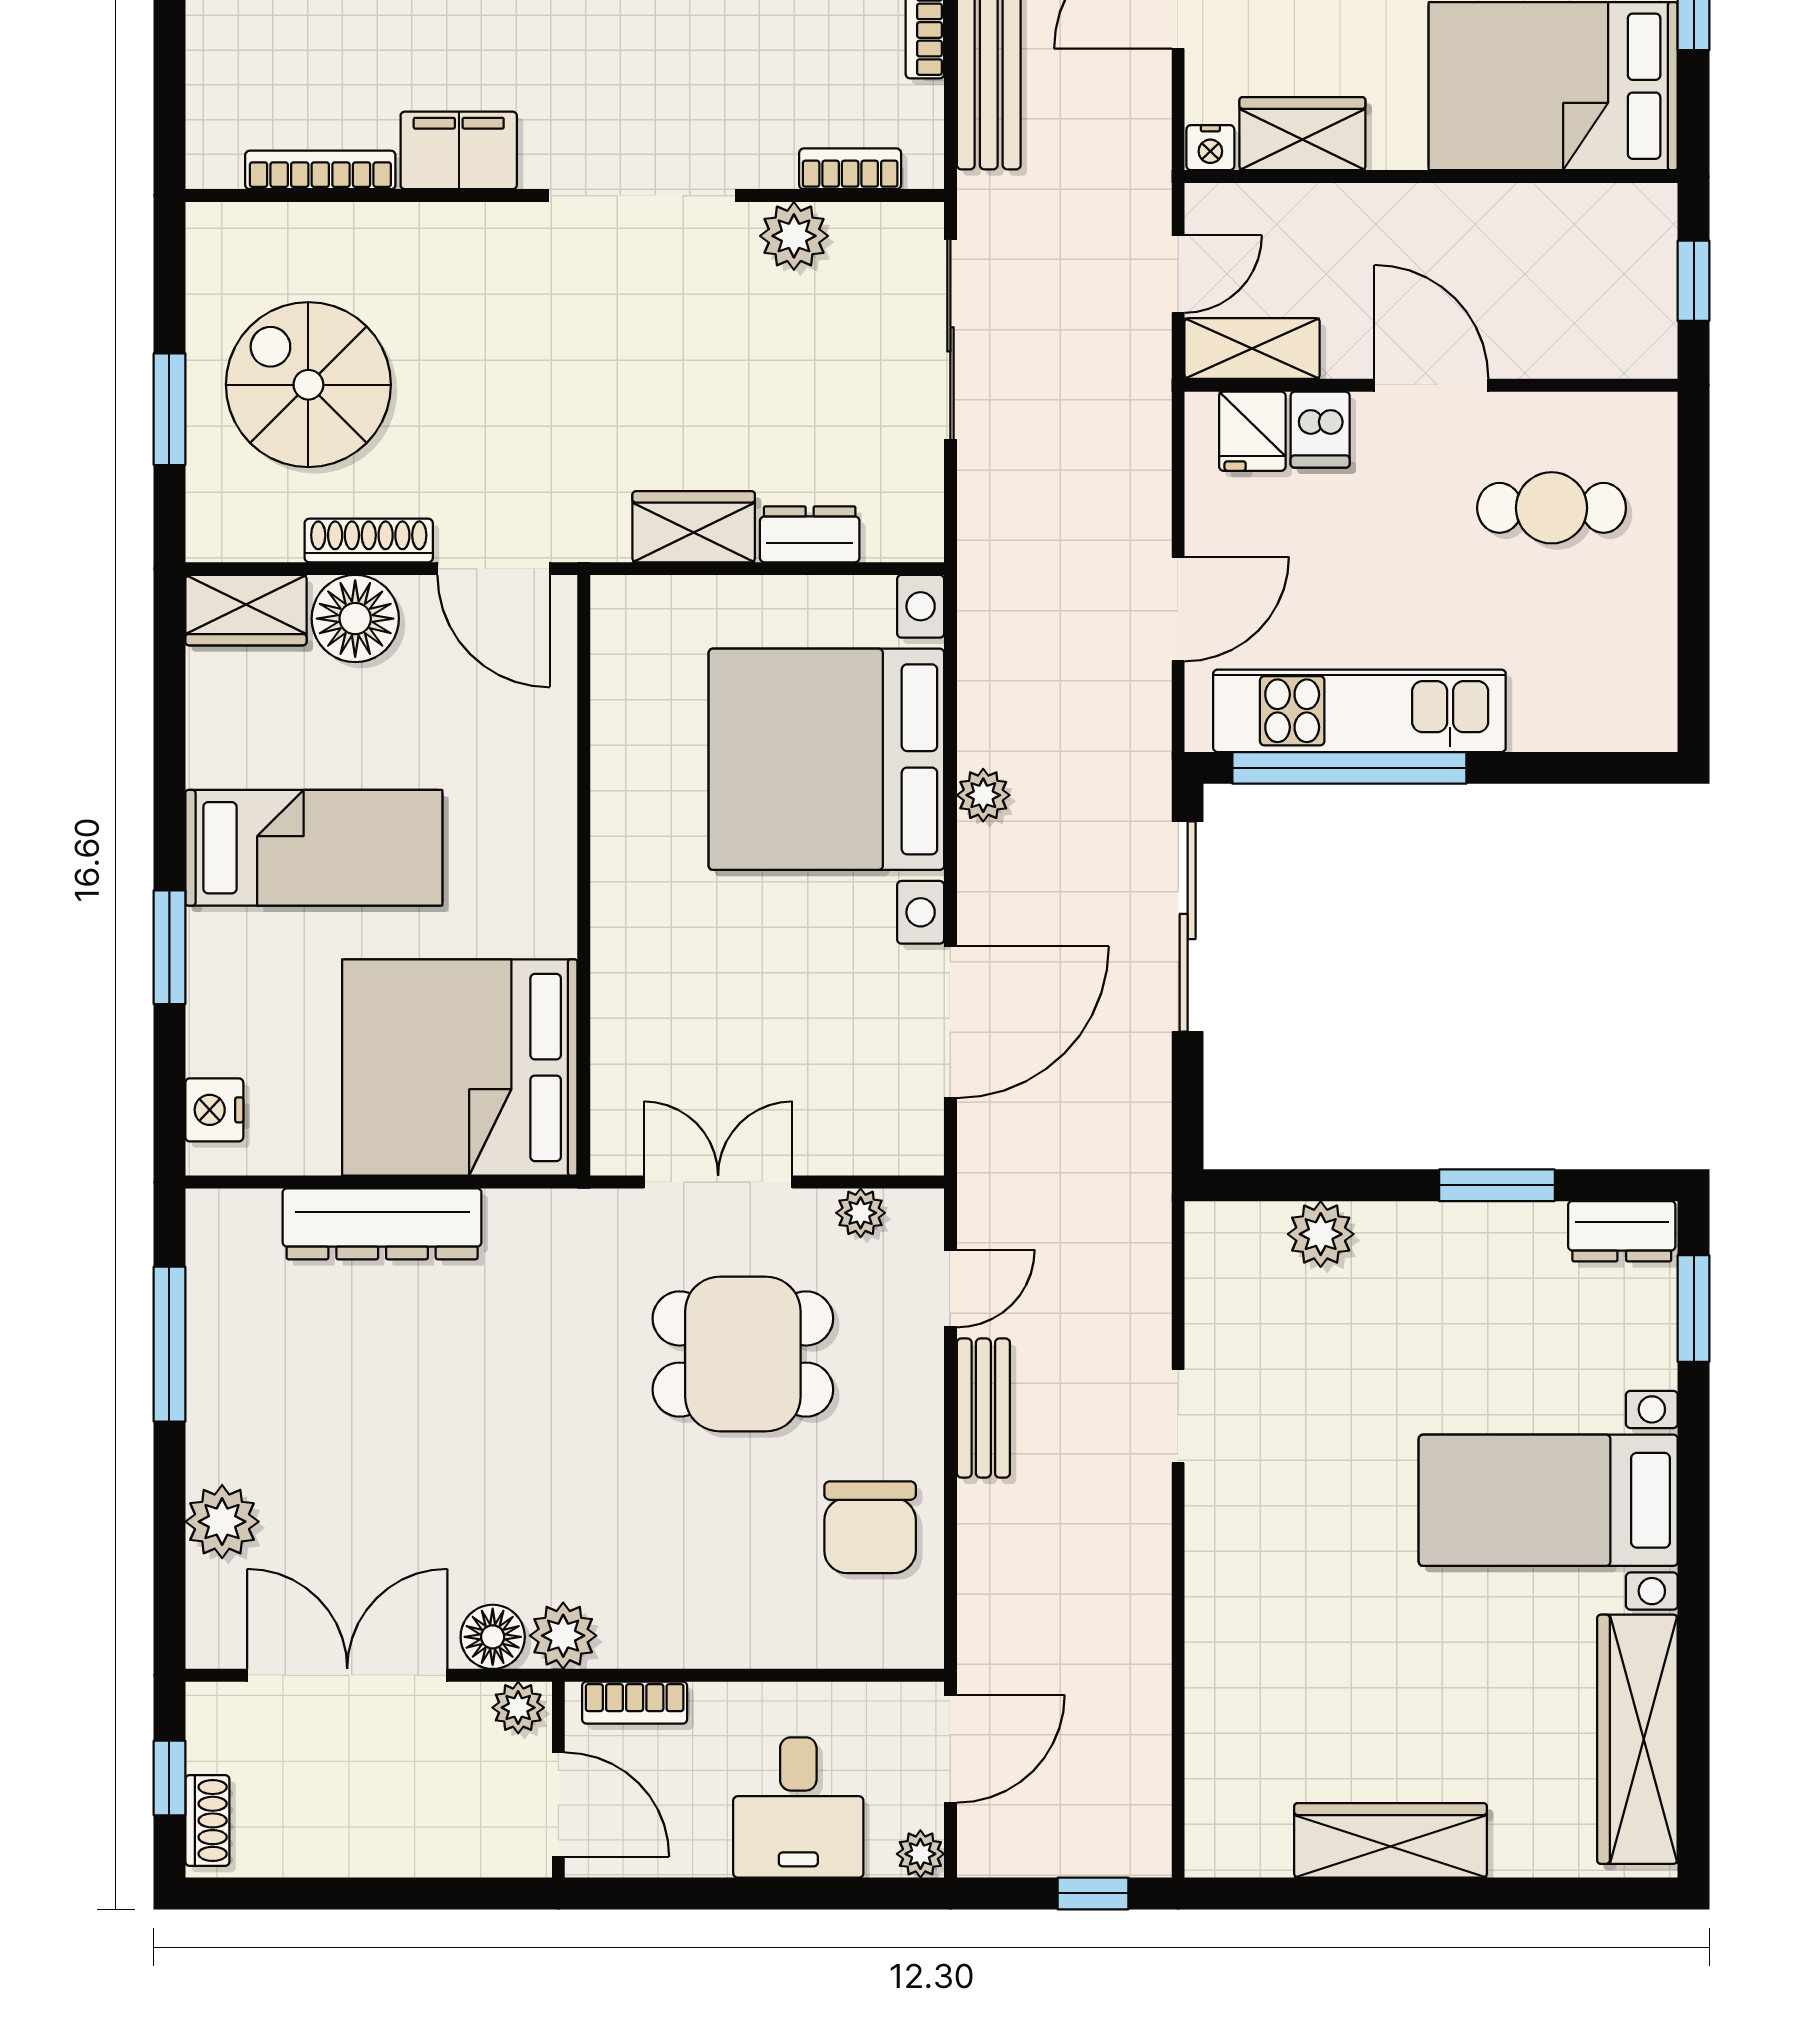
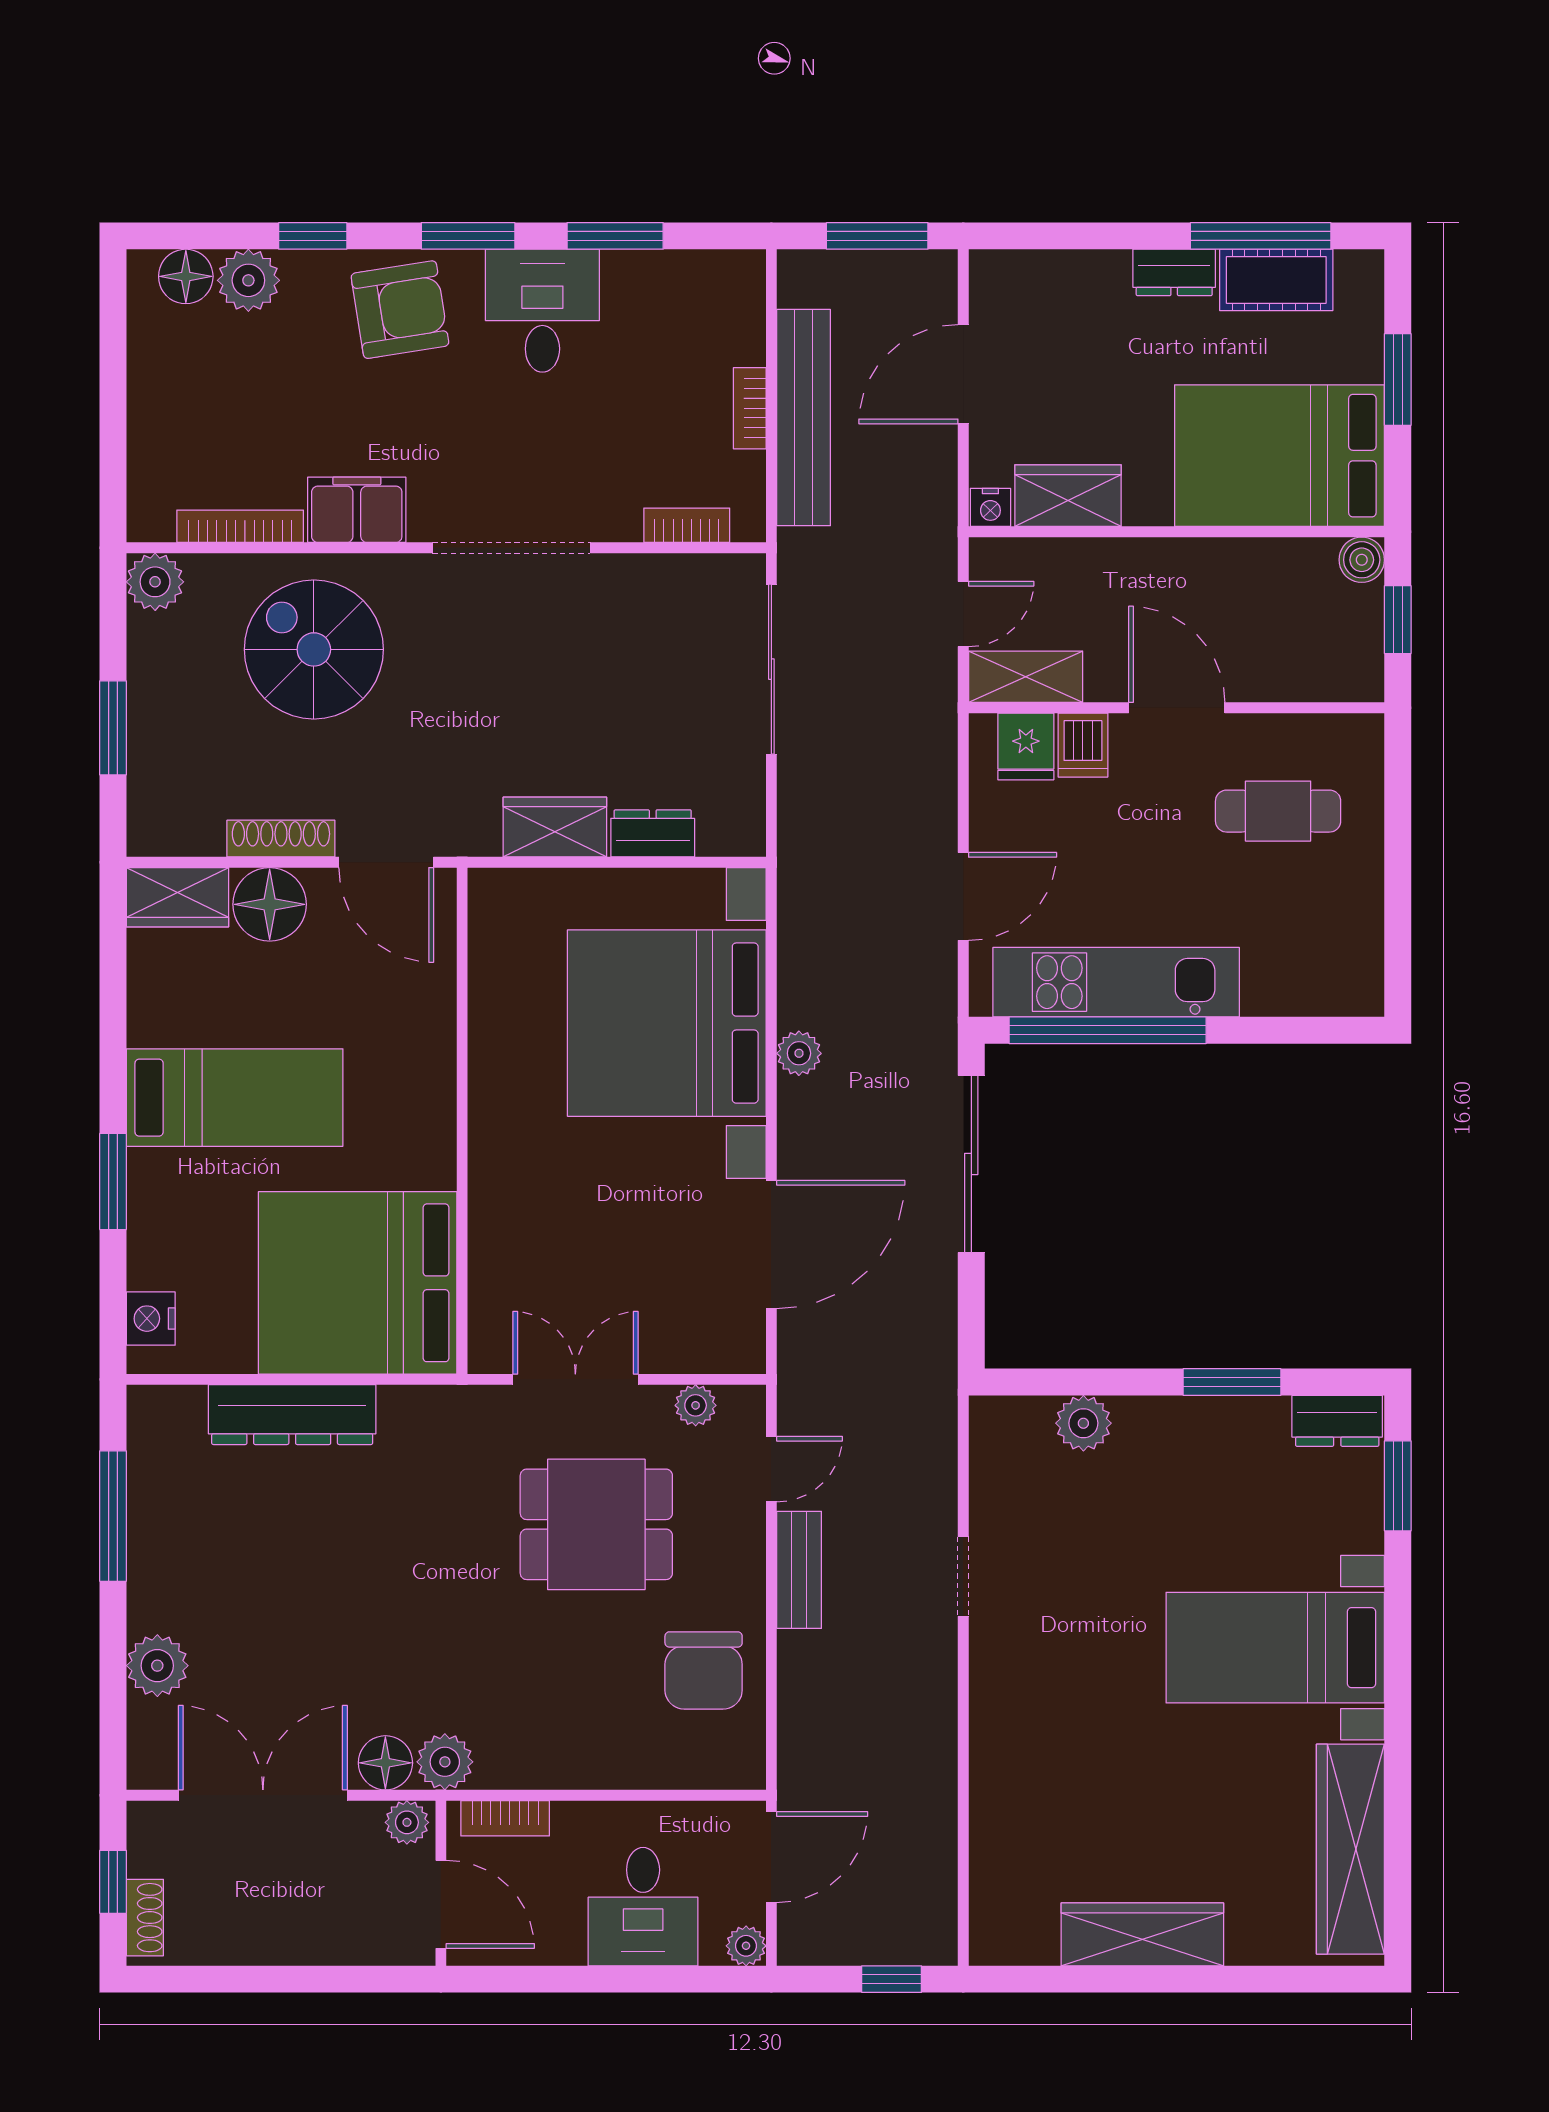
boiler: (1651, 210) -> (1362, 560), added
plant: (794, 236) -> (155, 582), moved
spiral stairs: (308, 385) -> (314, 649), moved

